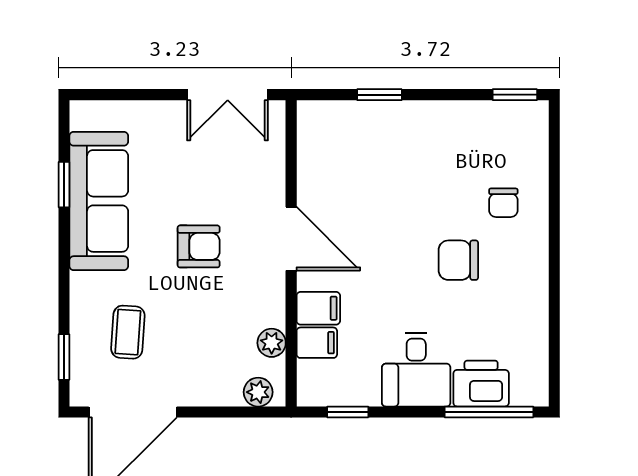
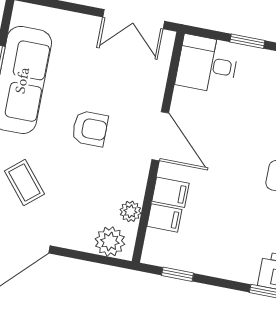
coffee table: (128, 332) -> (24, 182), turned -44
desk: (416, 370) -> (207, 64), moved, turned 90
plant: (258, 392) -> (110, 242), width x1.38, depth x1.38

